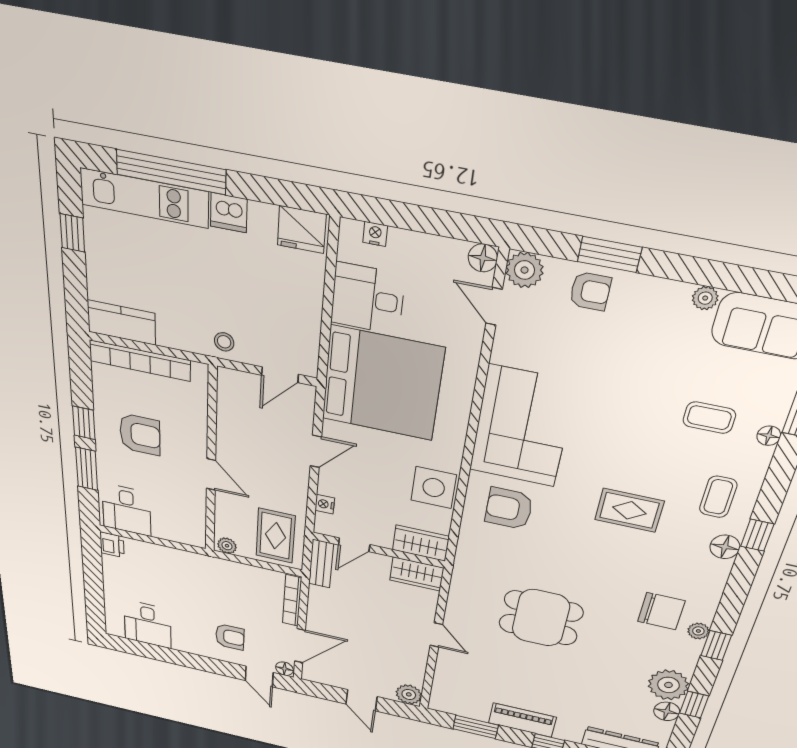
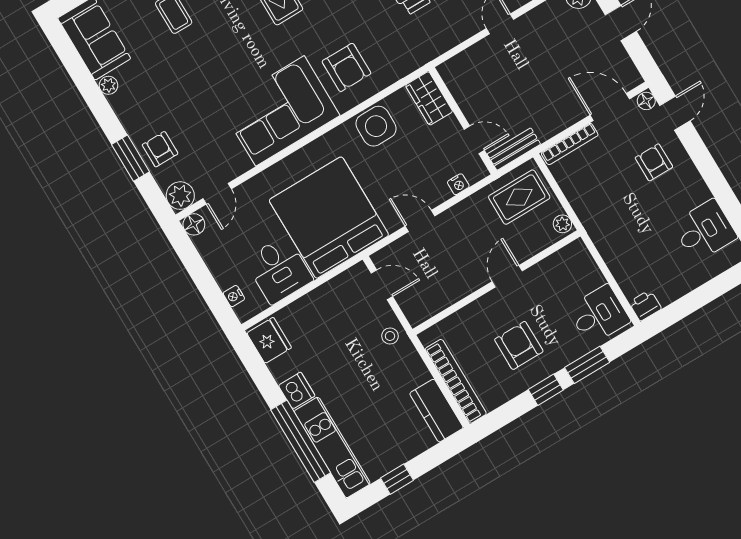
wardrobe: (417, 574) -> (458, 80), removed

